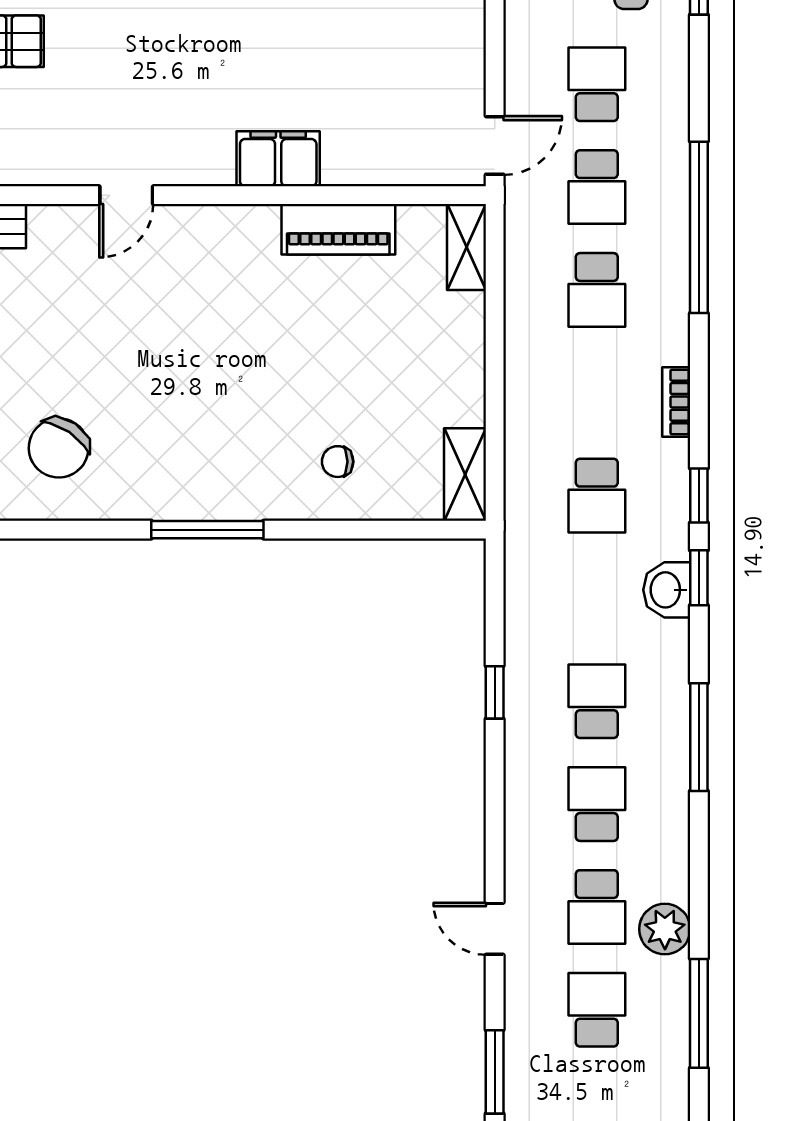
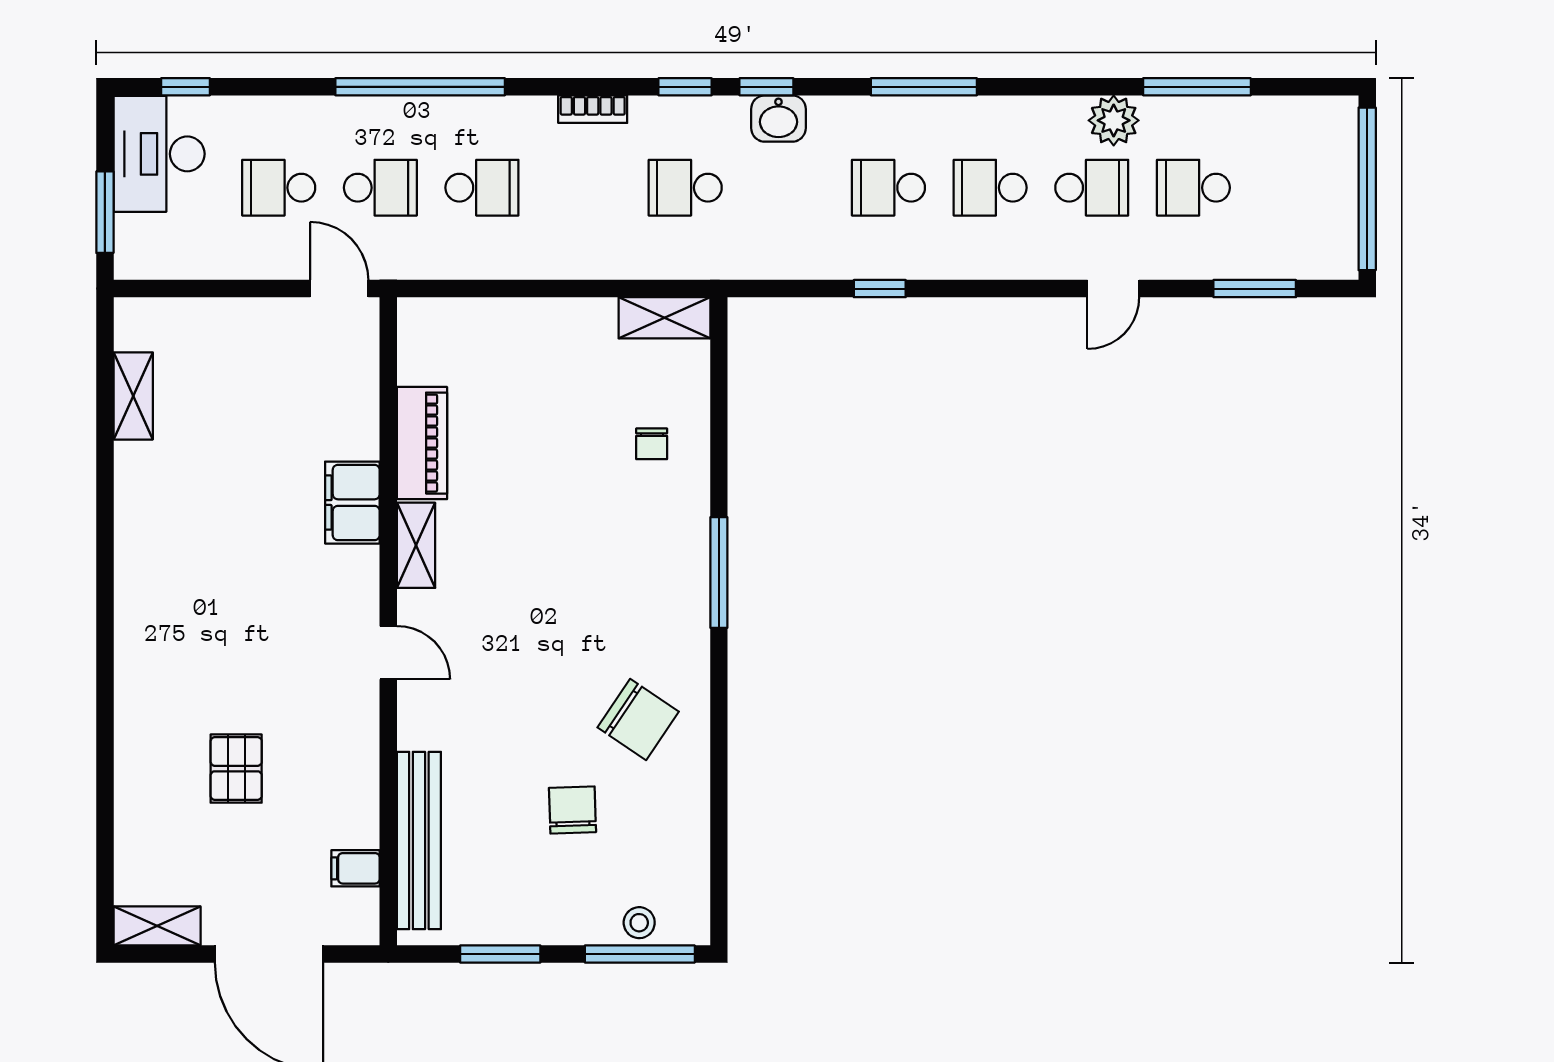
shelving: (467, 247) -> (416, 545), moved, turned 90
school desk: (597, 496) -> (685, 188), turned 180

